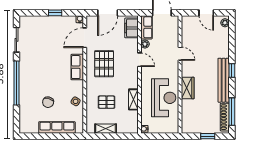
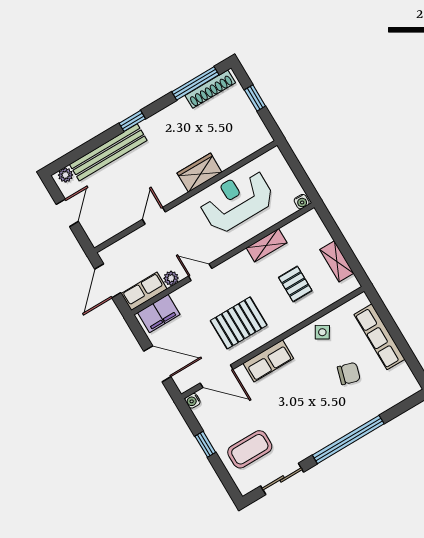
coffee table: (40, 33) -> (250, 449), added
door: (139, 60) -> (200, 272), hinge flipped
bench: (224, 80) -> (108, 152), moved

